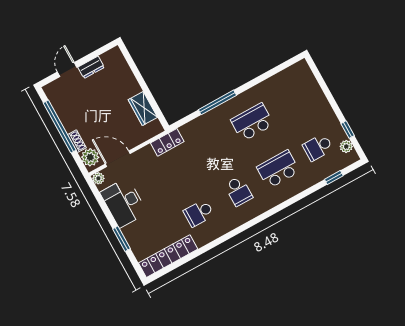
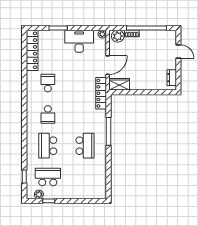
dresser: (91, 67) -> (172, 78), moved
wardrobe: (143, 109) -> (119, 84), moved
locker: (167, 142) -> (101, 93), width x1.53
school desk: (318, 147) -> (48, 177), width x1.85
door: (118, 159) -> (108, 65), moved
school desk: (278, 169) -> (48, 146), turned 180
school desk: (238, 191) -> (48, 114), turned -90

